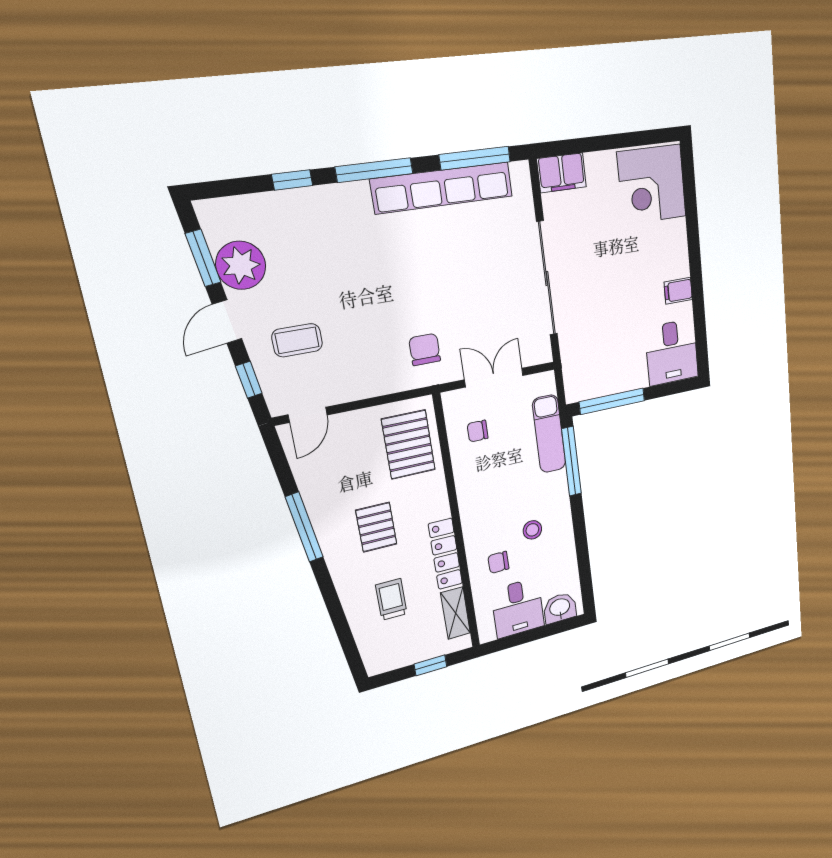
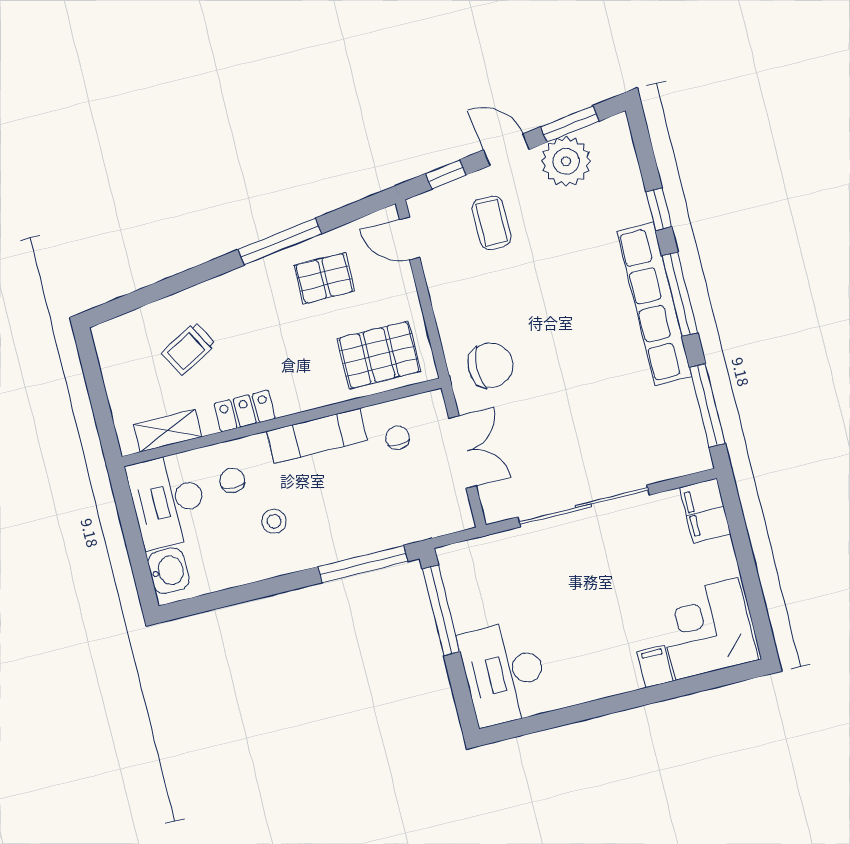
row of seats: (443, 188) -> (654, 304), moved
filing cabinet: (678, 291) -> (655, 666), moved
chair: (425, 349) -> (491, 365), width x1.37, depth x1.37
desk: (672, 352) -> (504, 673), width x1.37
exam couch: (549, 434) -> (317, 436), moved, turned 180
pallet: (376, 527) -> (324, 278), moved
locker: (445, 554) -> (245, 411), width x0.66
trolley: (391, 599) -> (189, 349), turned 151
desk: (518, 608) -> (168, 501), width x1.37
window: (430, 665) -> (100, 404), removed

